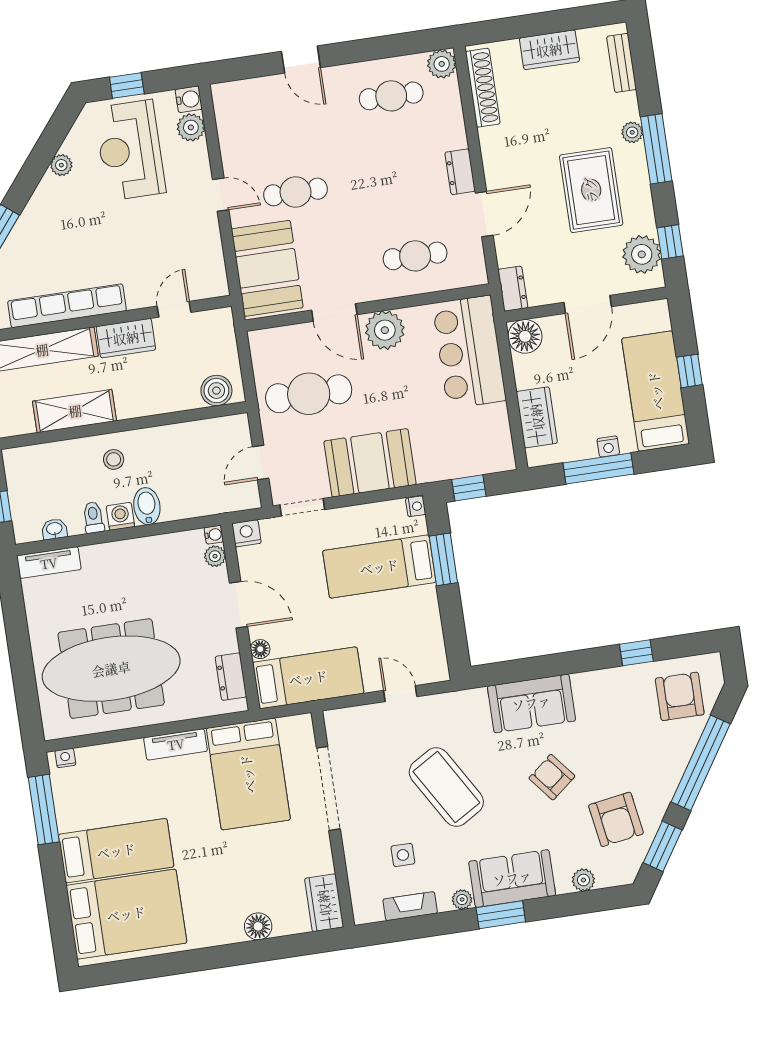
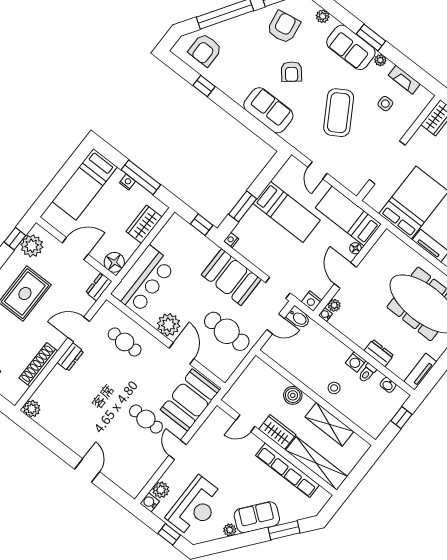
shoe rack: (483, 88) -> (38, 365), moved
cafe table: (391, 96) -> (66, 417), removed
sofa: (45, 213) -> (257, 517), added
window: (689, 371) -> (62, 178), removed
boiler: (216, 391) -> (293, 395), moved
bidet: (147, 506) -> (298, 318), moved, turned -90
tv unit: (49, 563) -> (420, 372), moved, turned -90
bed: (379, 567) -> (287, 212), moved
dresser: (231, 677) -> (379, 353), moved, turned -90

